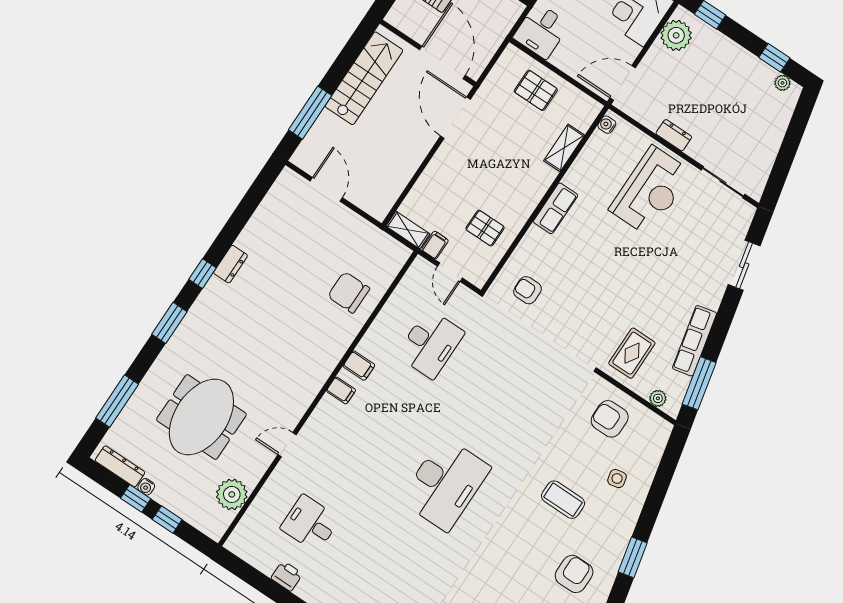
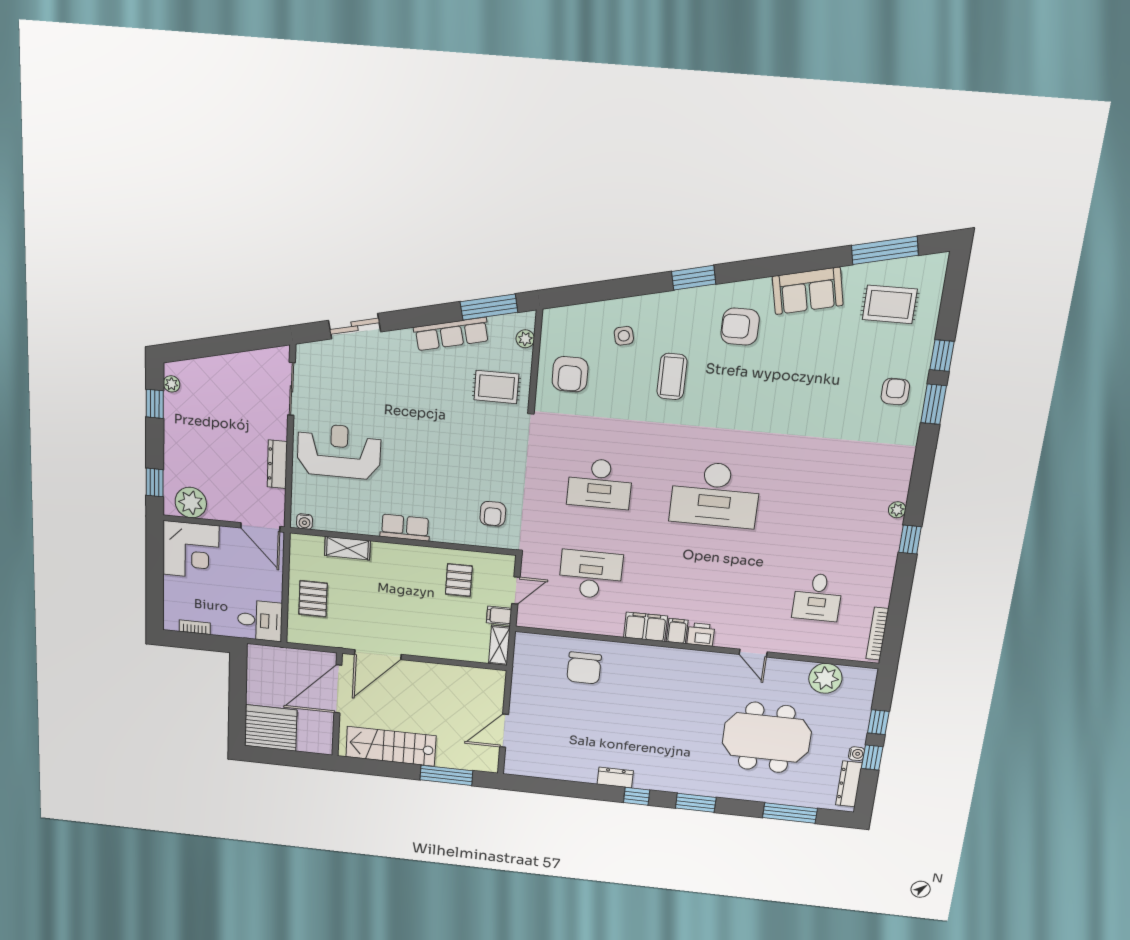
dresser: (674, 135) -> (277, 464), width x1.44
filing cabinet: (359, 366) -> (646, 627), width x2.00
desk: (505, 394) -> (600, 484), added
desk: (445, 484) -> (715, 495), turned 180
bookcase: (251, 557) -> (877, 634), added
printer: (287, 576) -> (701, 634), moved, turned 90

